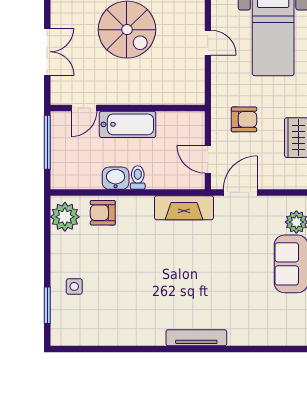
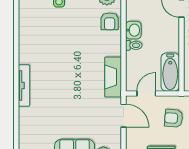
armchair: (244, 119) -> (174, 118), turned 95
bathtub: (128, 124) -> (170, 72), moved
armchair: (103, 213) -> (110, 21), turned 180

